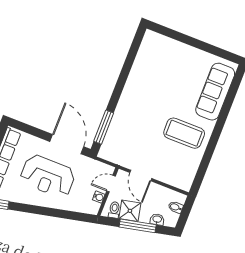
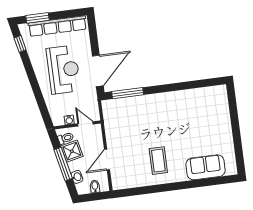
sofa: (215, 92) -> (205, 167), width x0.73
coffee table: (184, 133) -> (158, 161), width x0.73, depth x0.76
reception desk: (48, 176) -> (63, 70), turned 180
door: (141, 176) -> (107, 160), moved

